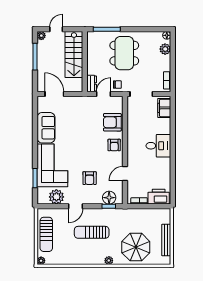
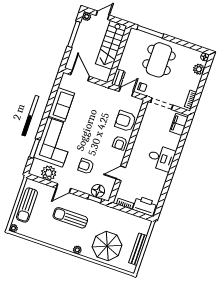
armchair: (90, 178) -> (86, 166), turned 90

